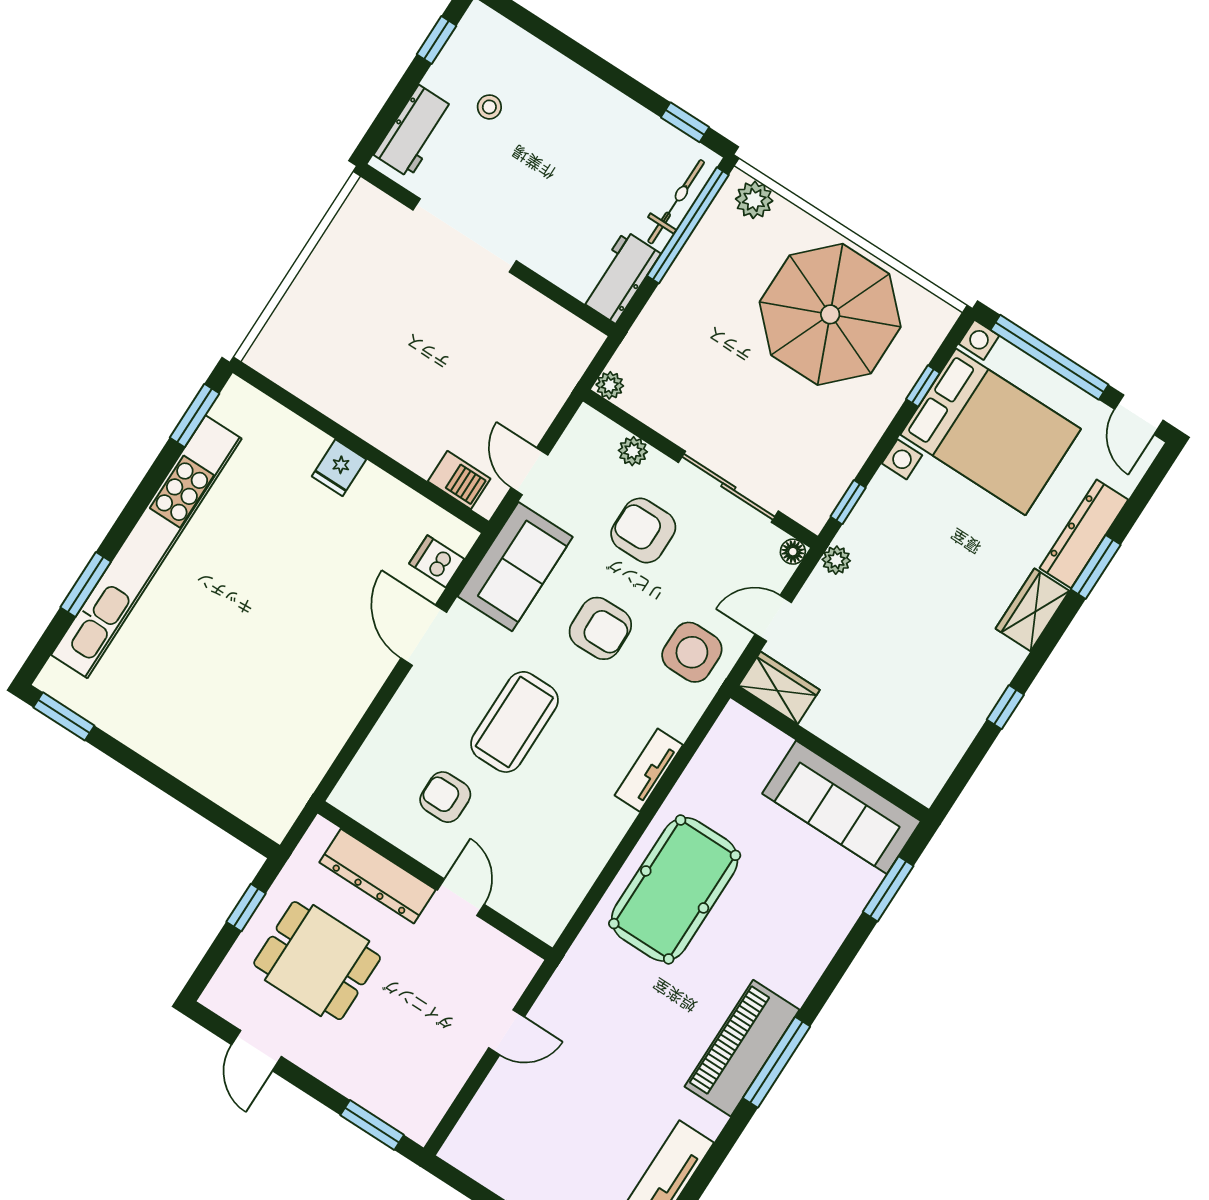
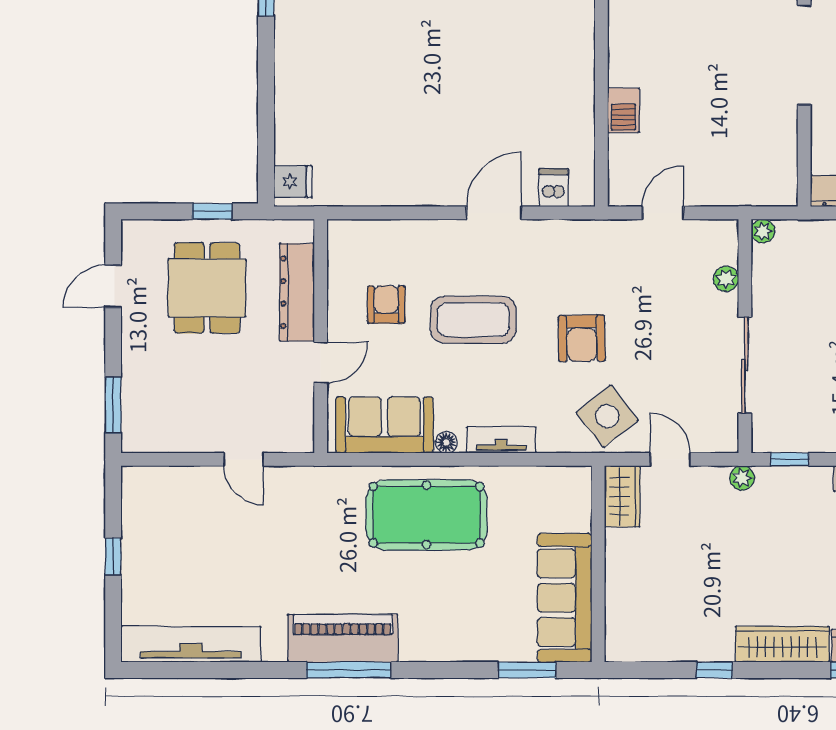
fridge: (339, 468) -> (293, 182), moved, turned 180
barbecue: (459, 480) -> (623, 110), moved
armchair: (643, 530) -> (673, 324), removed
floor lamp: (793, 552) -> (446, 442), moved
sofa: (515, 567) -> (384, 425), moved, turned 180
wardrobe: (1032, 610) -> (782, 644), width x1.50
side table: (692, 652) -> (607, 416), turned -38

